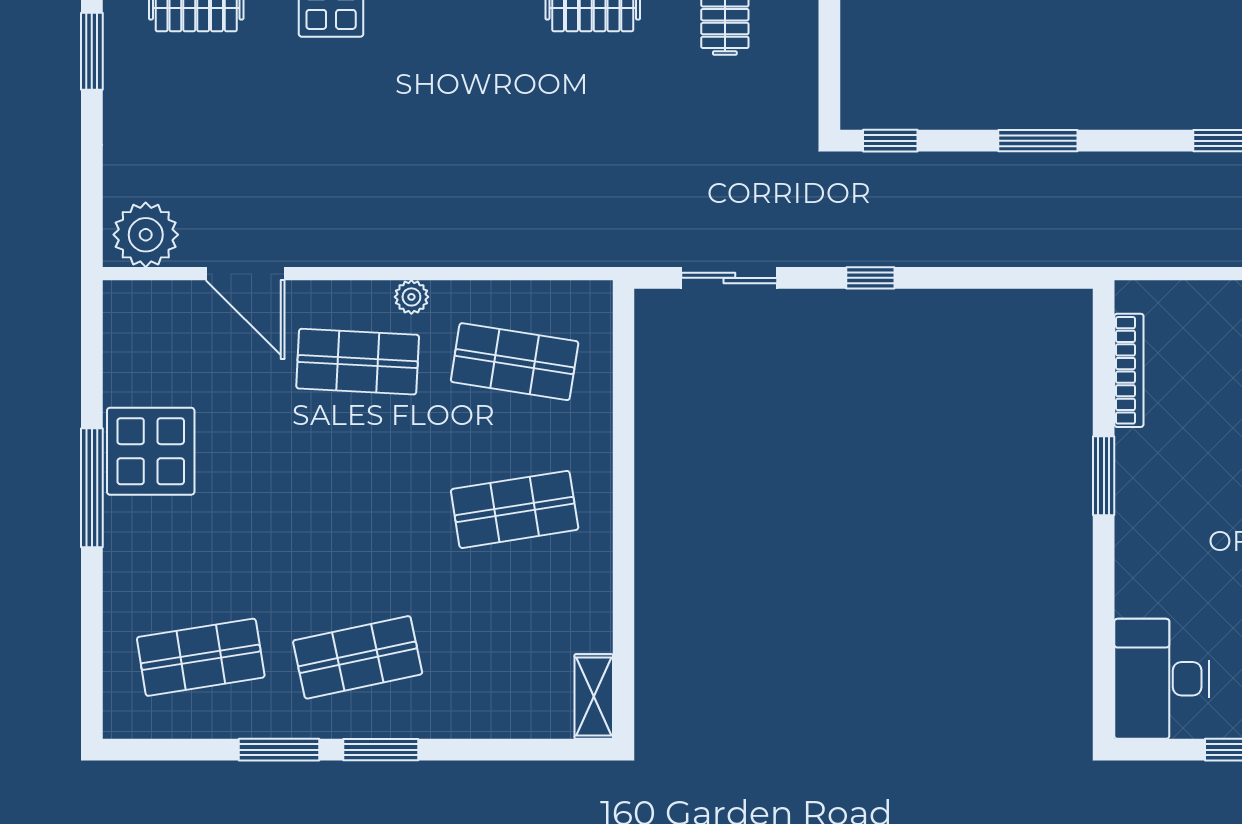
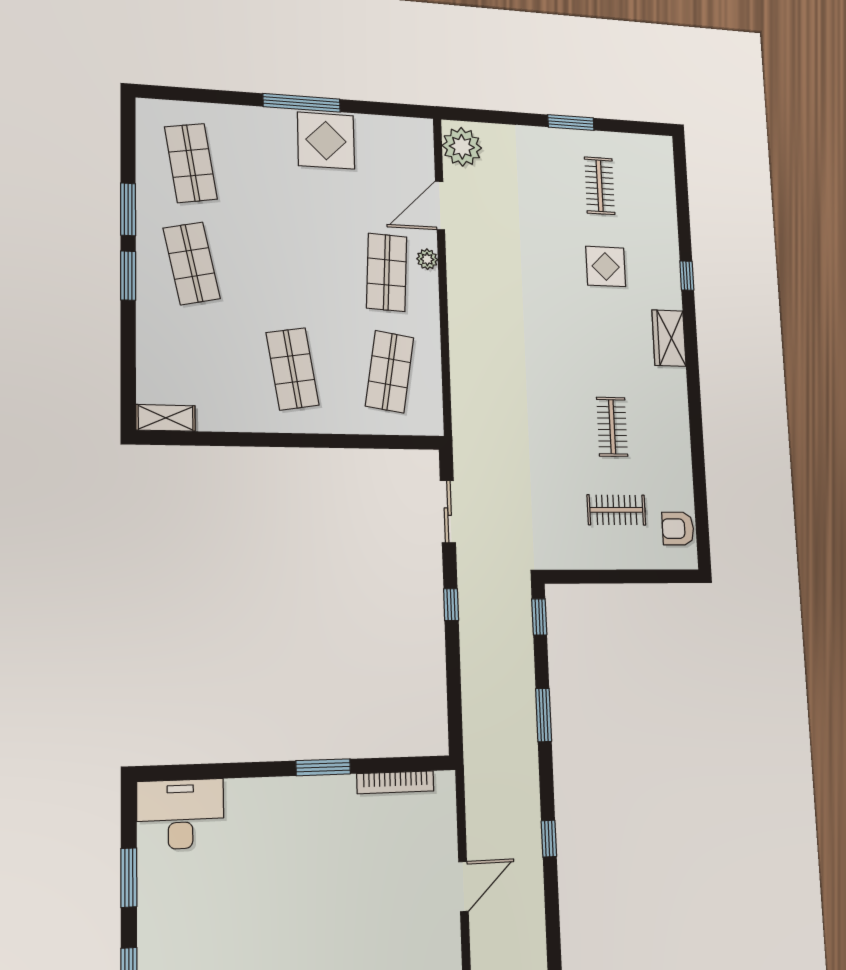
plant: (411, 297) -> (427, 259), moved

